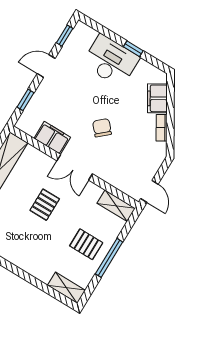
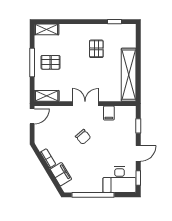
window: (133, 49) -> (93, 195), width x3.17
desk: (111, 61) -> (120, 180), moved
filing cabinet: (52, 138) -> (109, 113), width x0.50
door: (149, 191) -> (32, 116), swing flipped
pallet: (45, 205) -> (96, 49), moved

